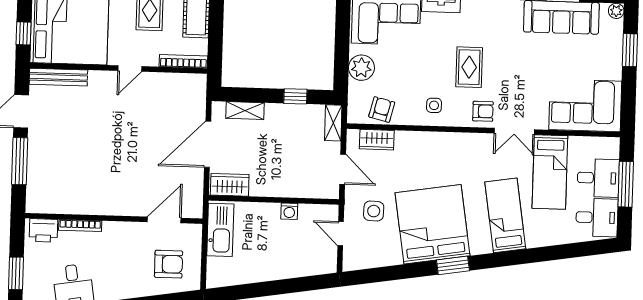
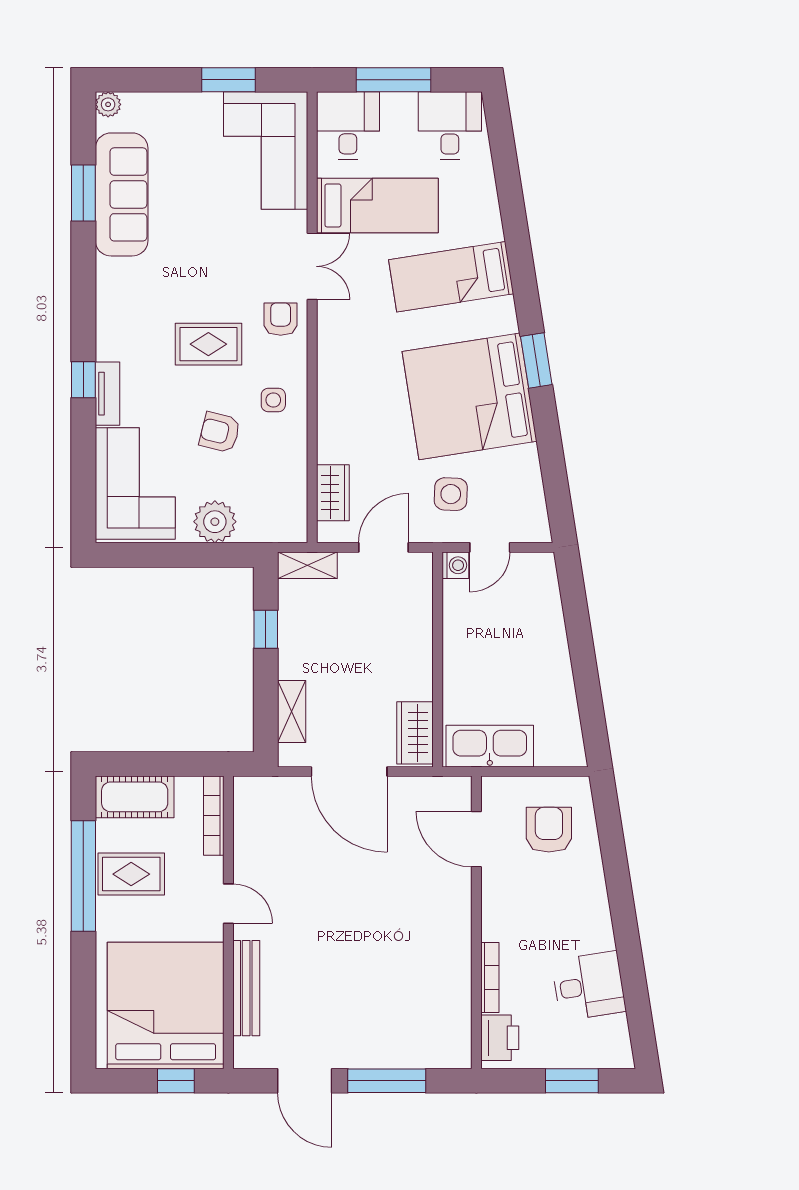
window: (630, 50) -> (229, 80), moved
bench: (58, 77) -> (246, 988), moved
armchair: (382, 109) -> (220, 432), moved
desk: (598, 178) -> (348, 126), moved
washing machine: (289, 211) -> (455, 565), moved

